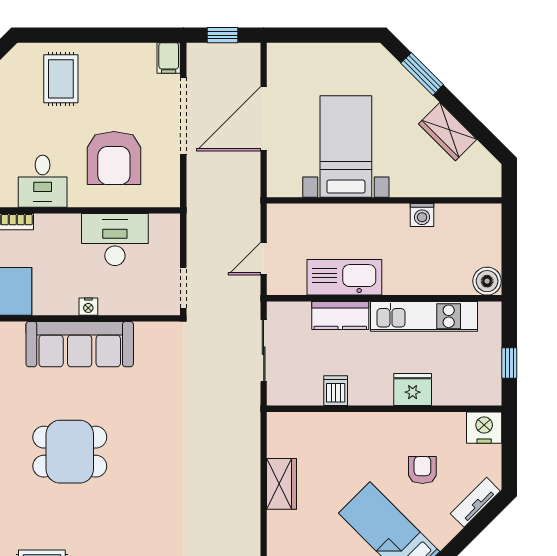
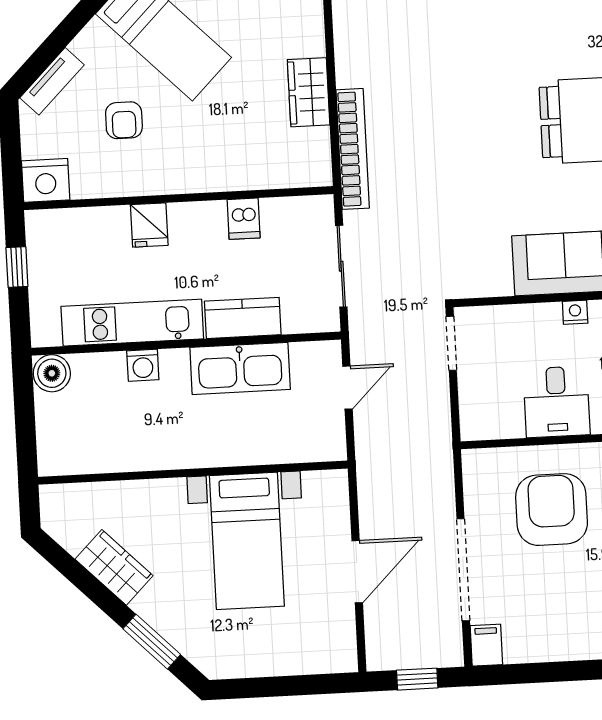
door: (264, 119) -> (357, 572), width x0.73
washing machine: (422, 215) -> (143, 365), moved, turned 180
desk: (115, 240) -> (557, 402), width x0.73
fridge: (413, 390) -> (149, 225), width x0.72
bookcase: (250, 439) -> (353, 149), added

